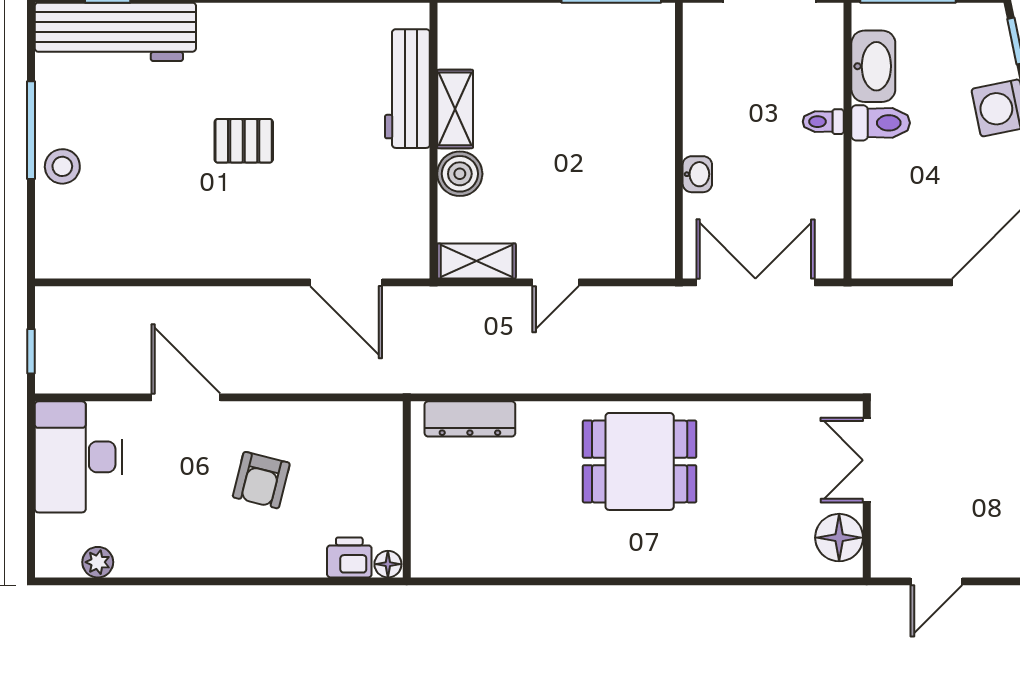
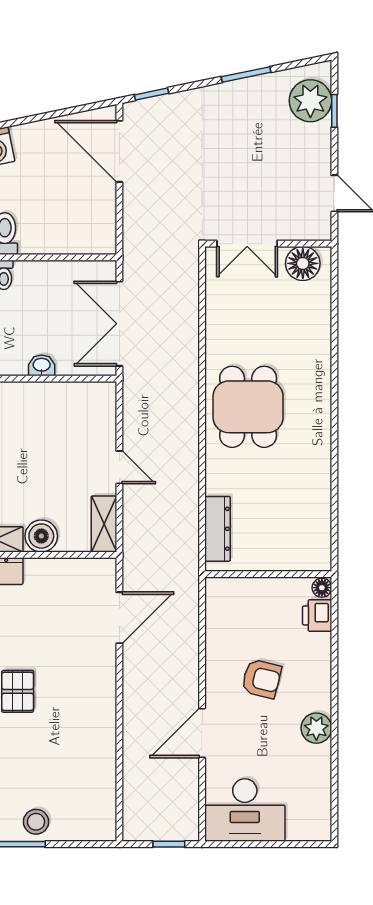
plant: (98, 562) -> (316, 728), moved, width x1.38, depth x1.38

